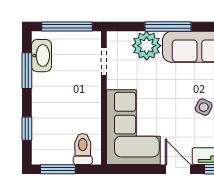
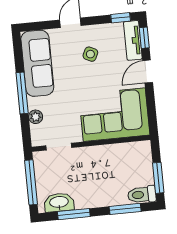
plant: (147, 46) -> (36, 117), width x0.53, depth x0.53
window: (27, 129) -> (125, 209), width x1.50
toilet: (83, 149) -> (142, 195), moved

